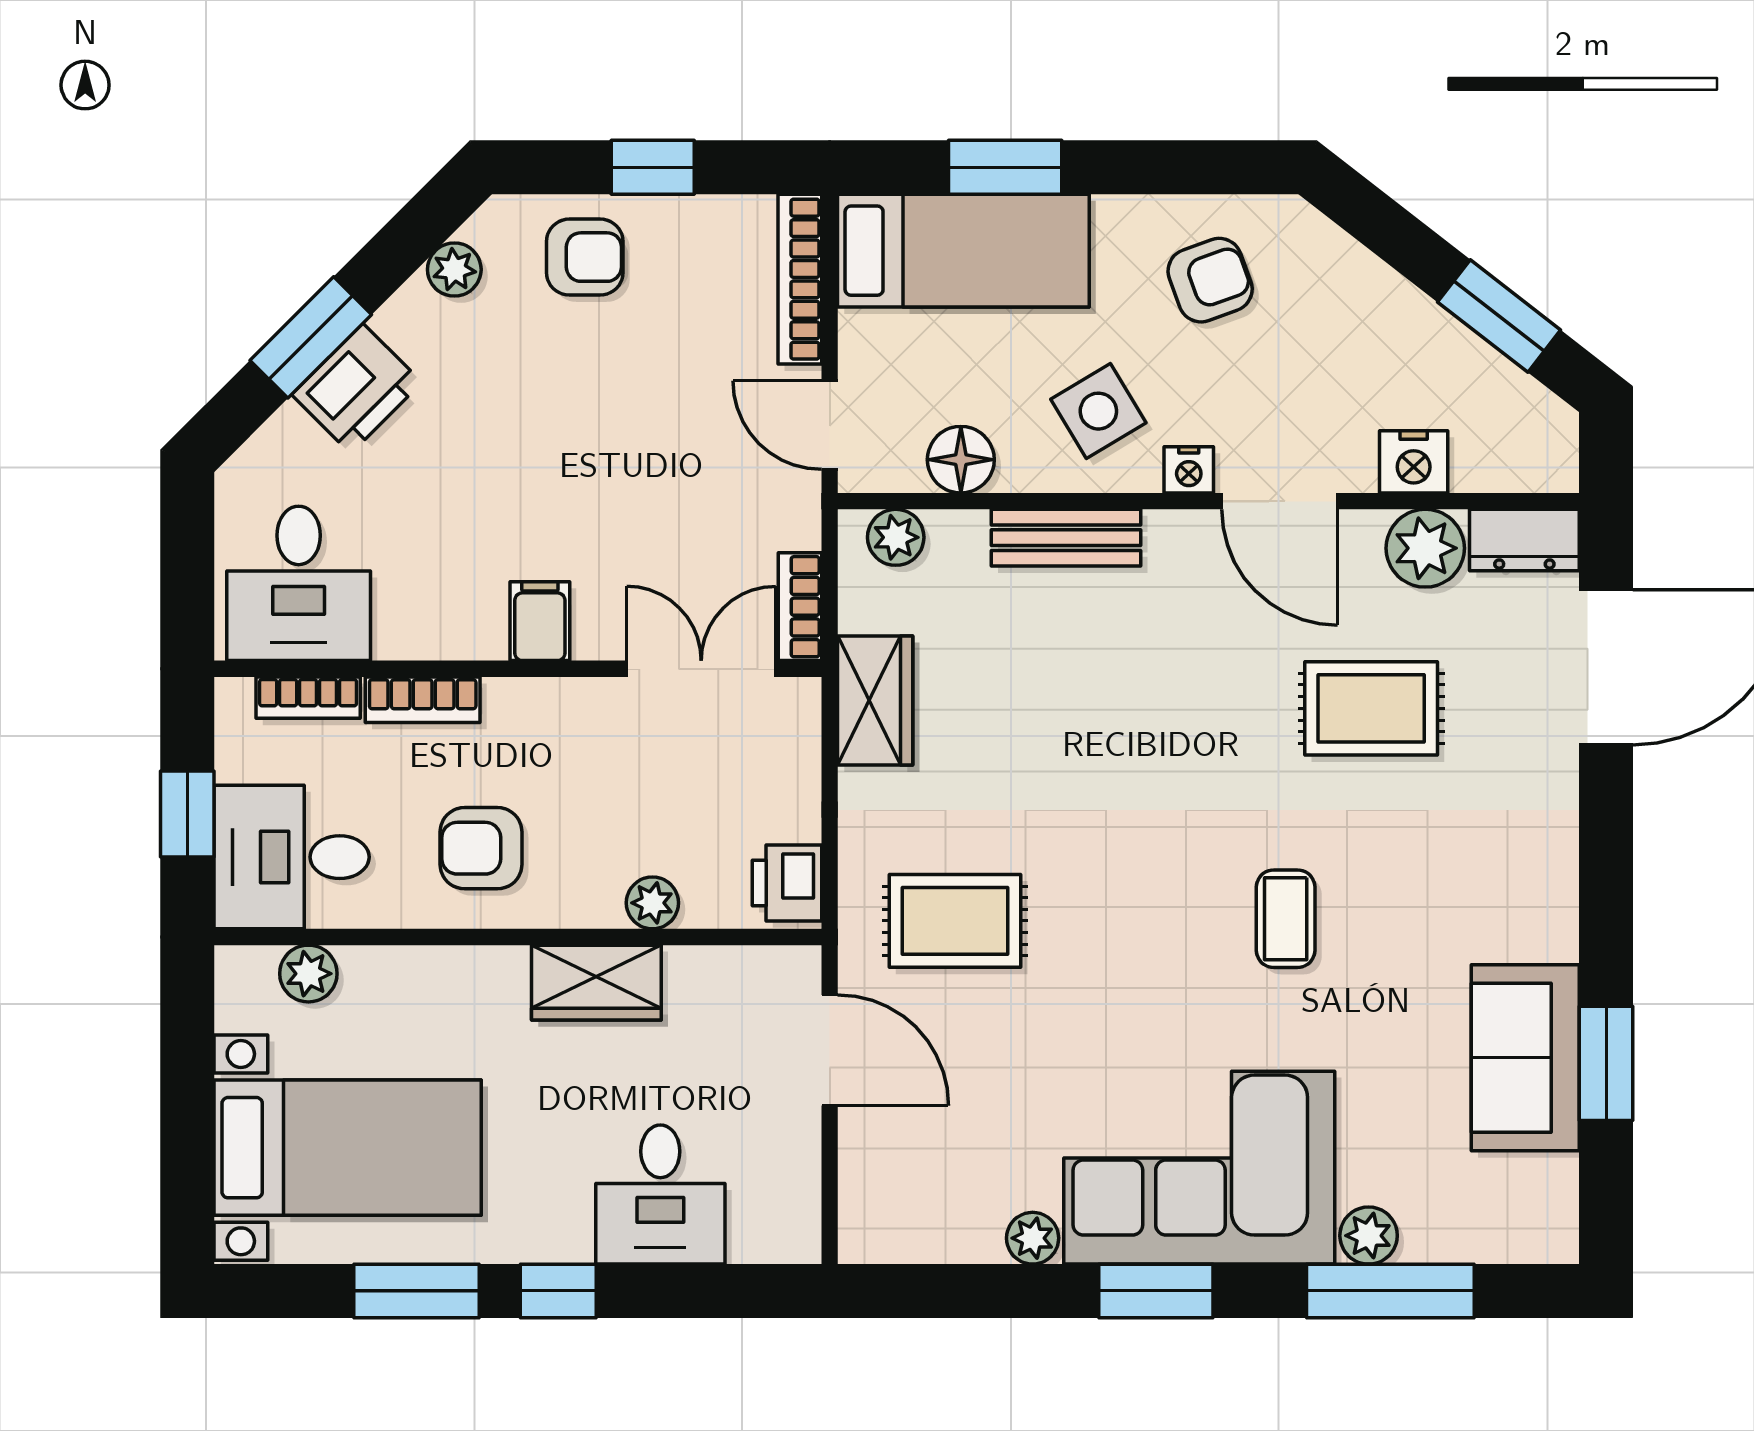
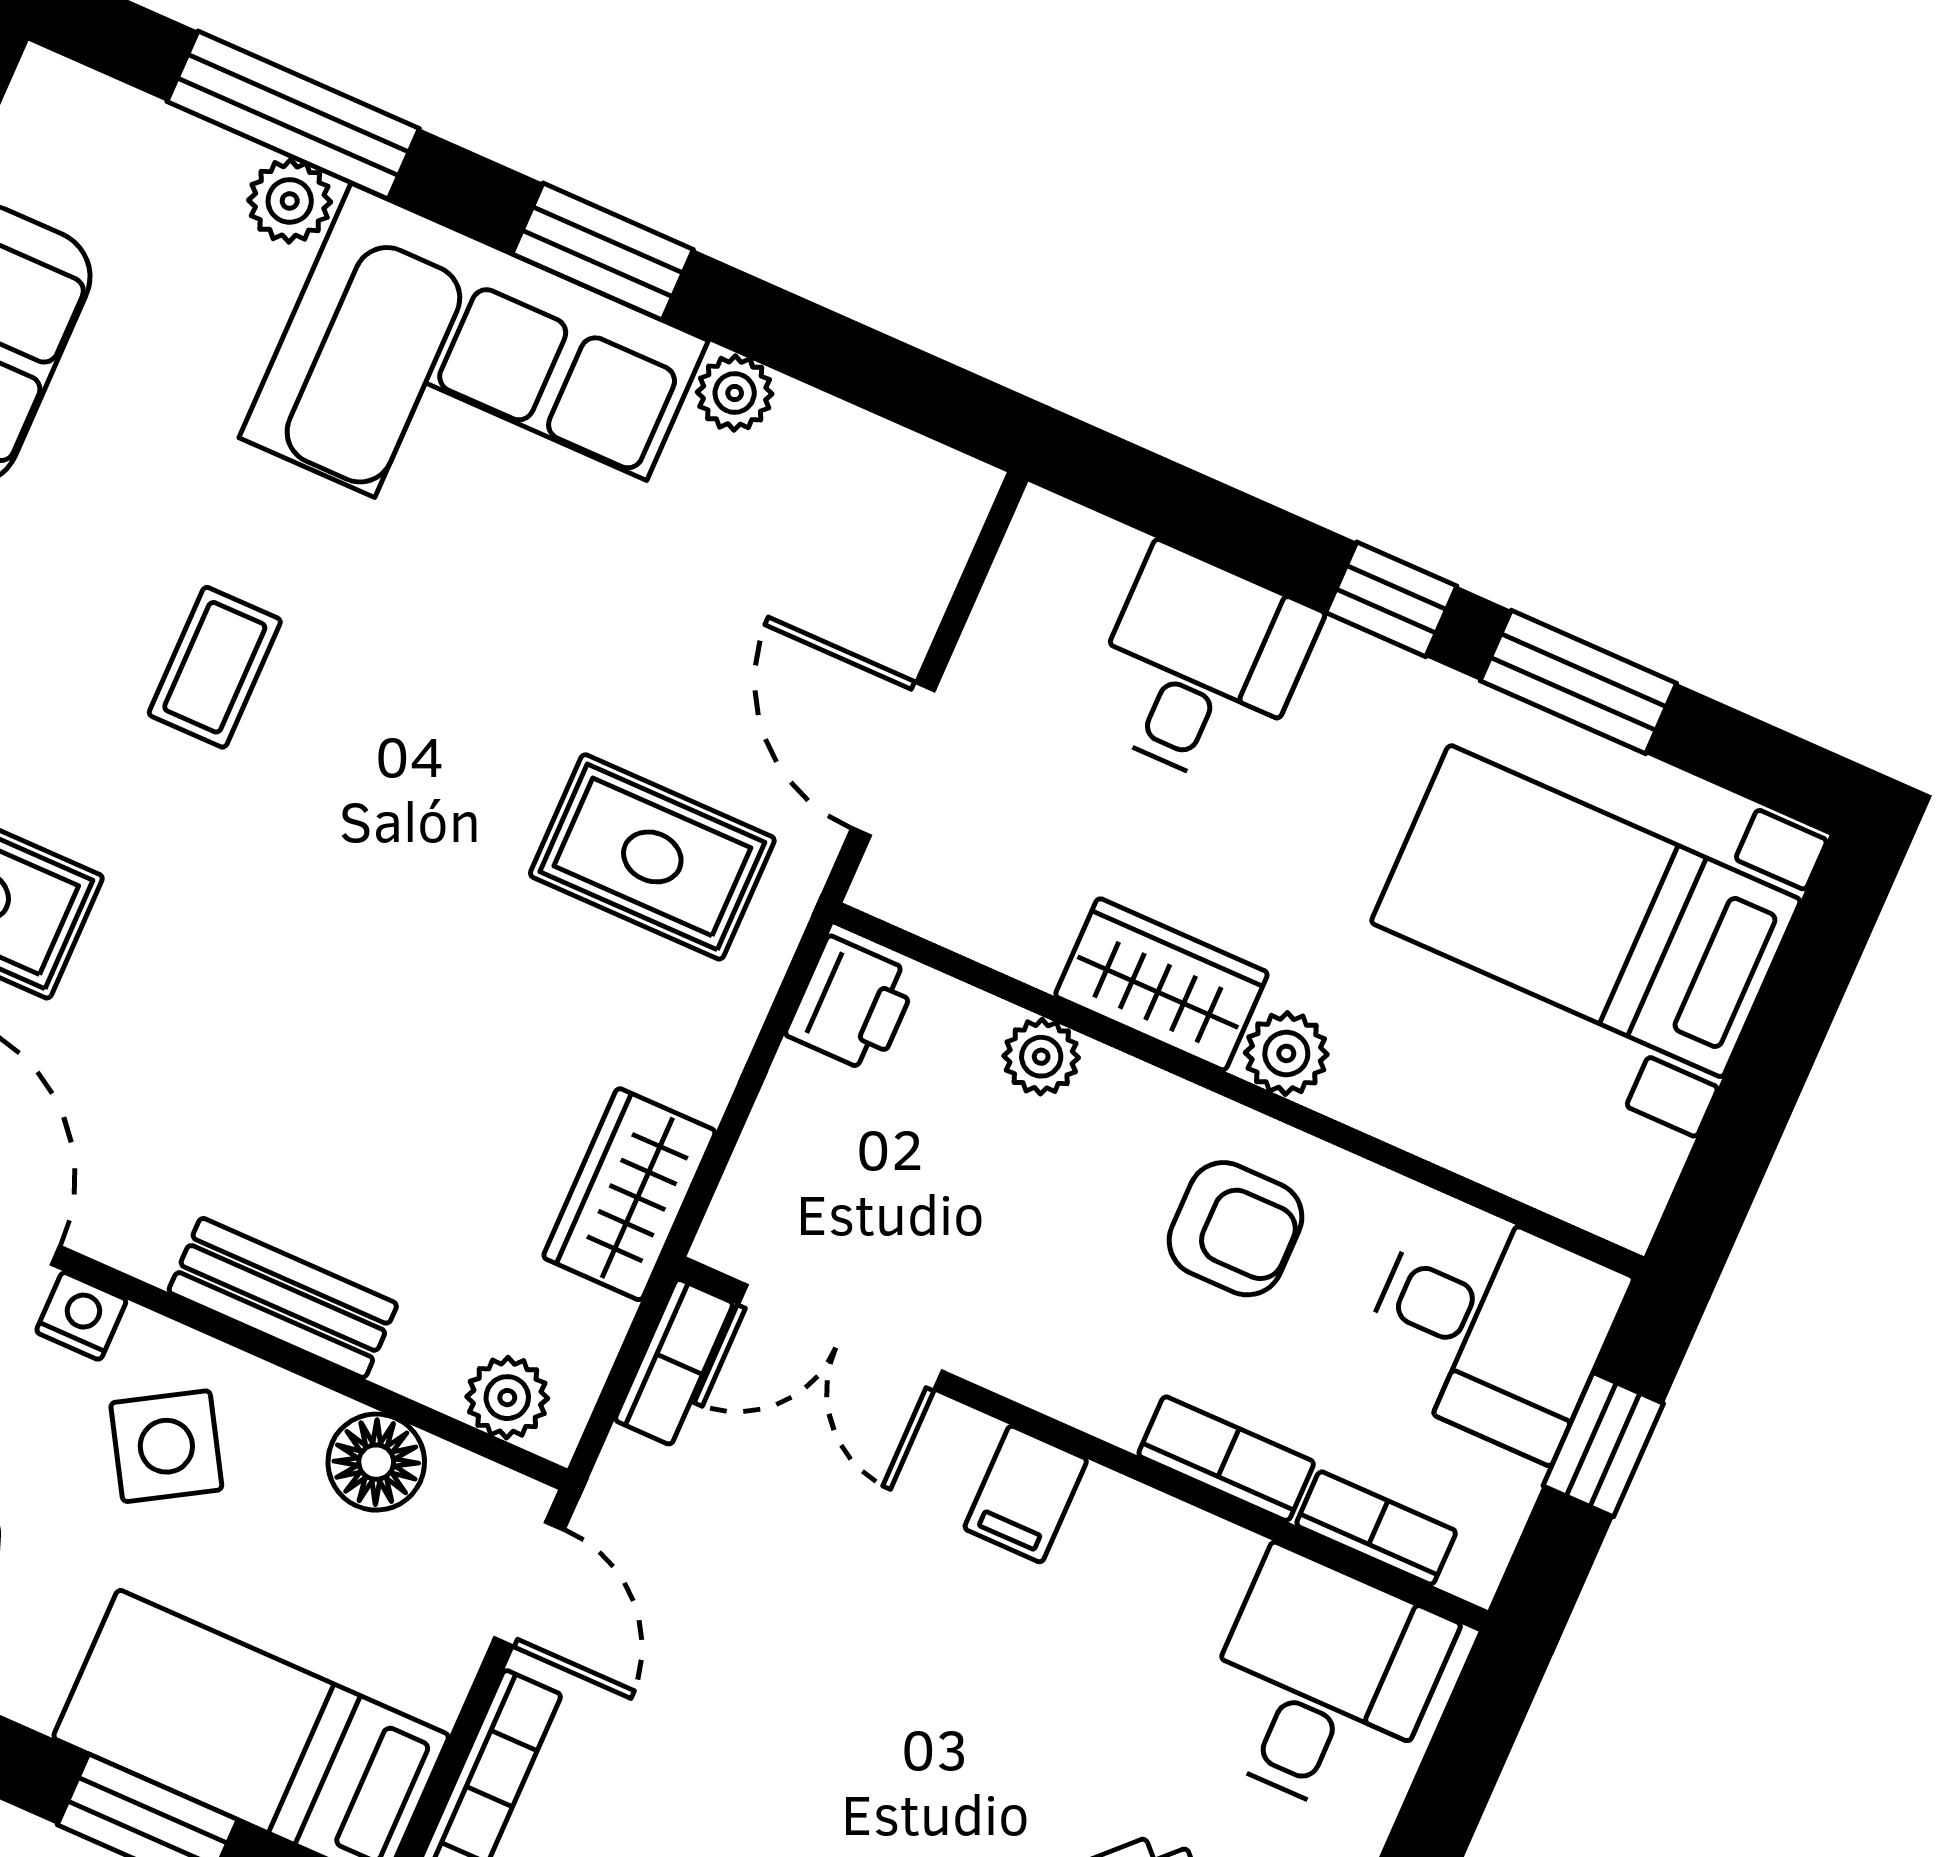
plant: (308, 974) -> (1286, 1053), moved

